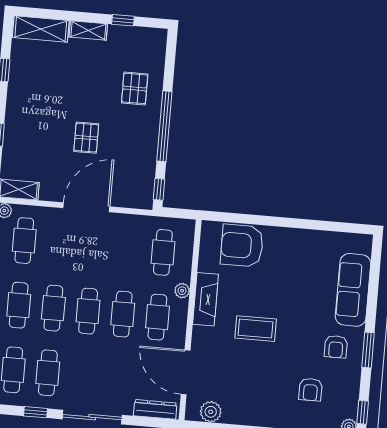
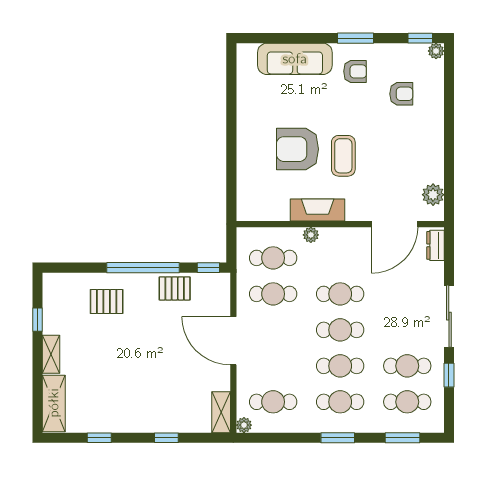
pallet: (86, 138) -> (175, 288), moved
armchair: (242, 246) -> (298, 149), moved, turned 90
cafe table: (157, 317) -> (273, 294), moved
dresser: (155, 409) -> (435, 245), width x0.70

